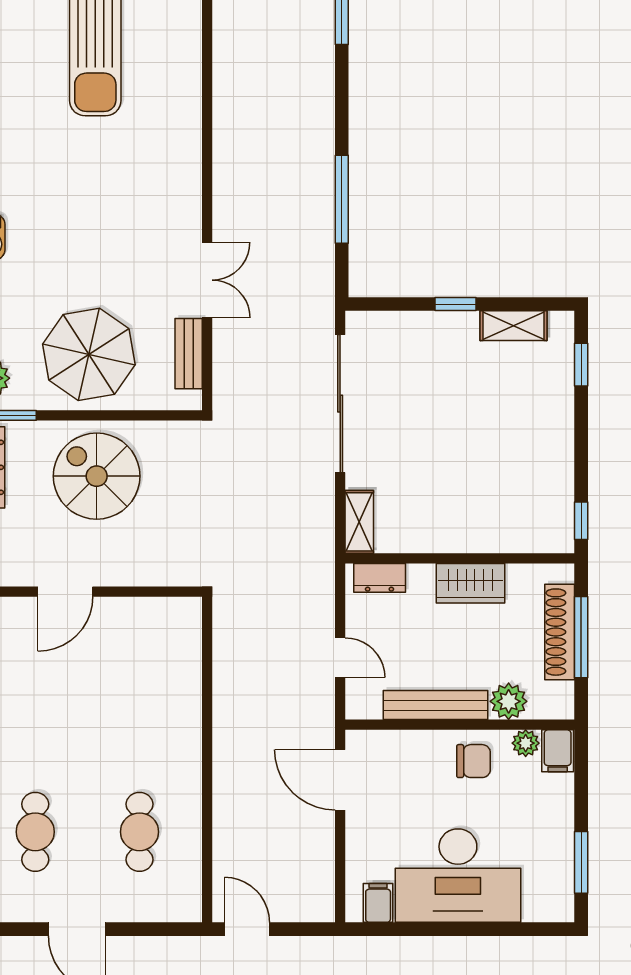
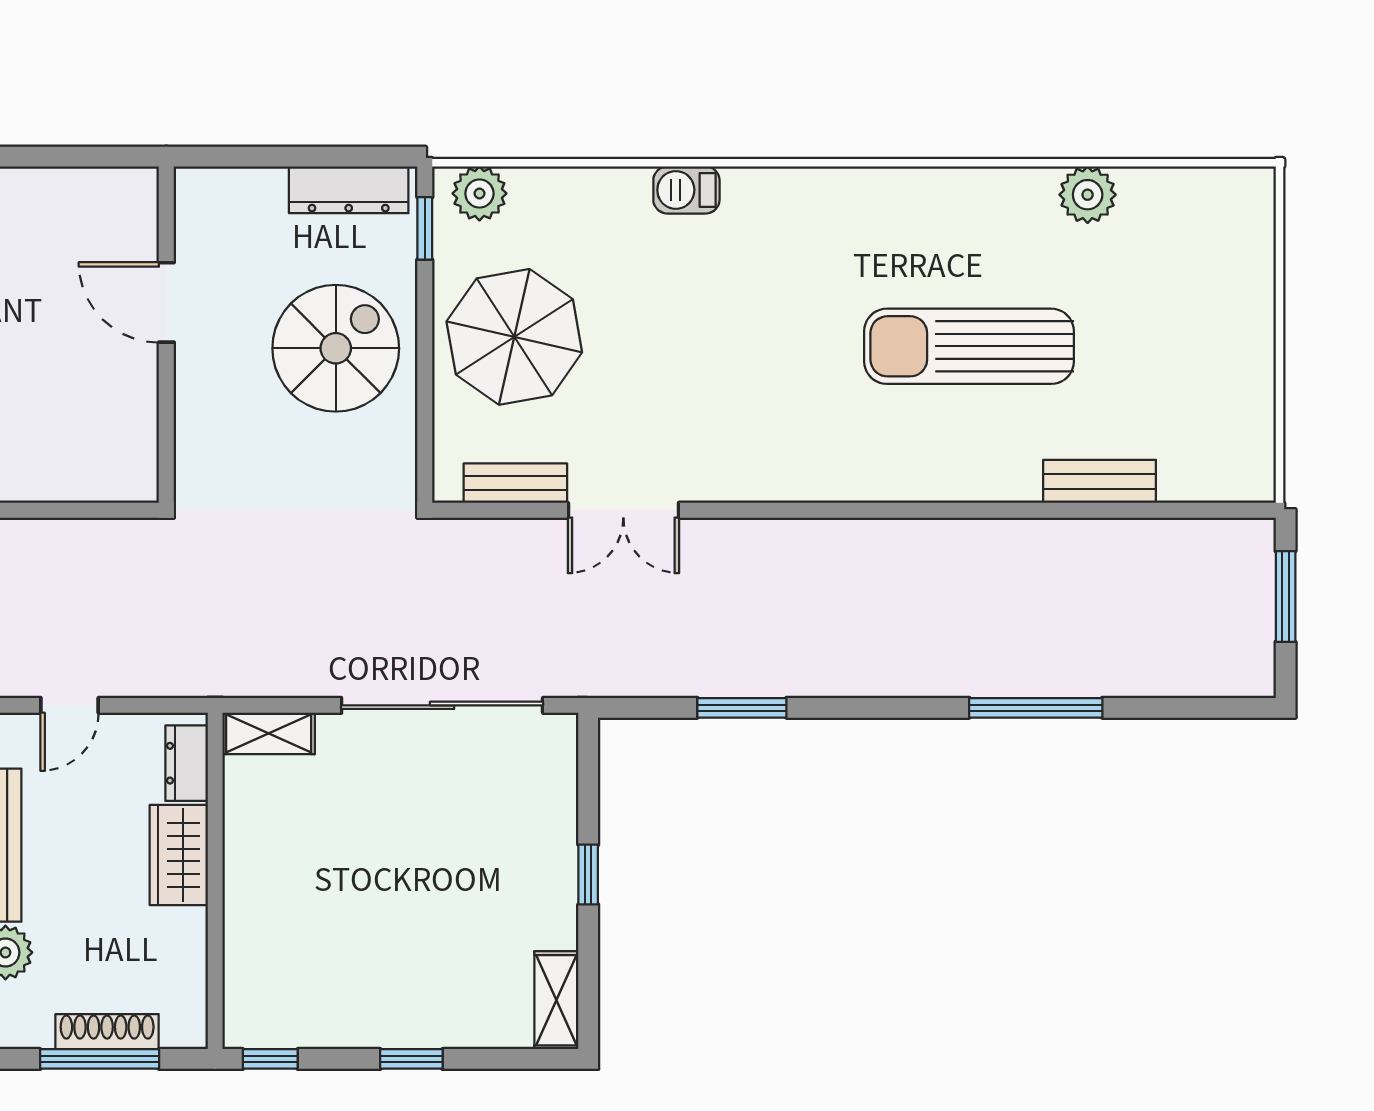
window: (342, 199) -> (742, 708), width x0.69
shelving: (514, 326) -> (556, 1000), moved
window: (581, 365) -> (411, 1059), moved
wardrobe: (470, 583) -> (179, 855), moved
shoe rack: (560, 632) -> (107, 1032), width x0.74, depth x0.81

